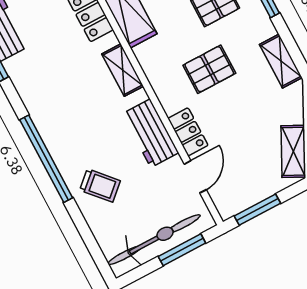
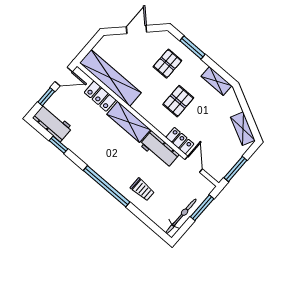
shelving: (123, 70) -> (129, 122), width x1.50, depth x1.33
trolley: (100, 185) -> (142, 190), turned 42
bicycle: (154, 240) -> (181, 216), width x0.73, depth x0.71

